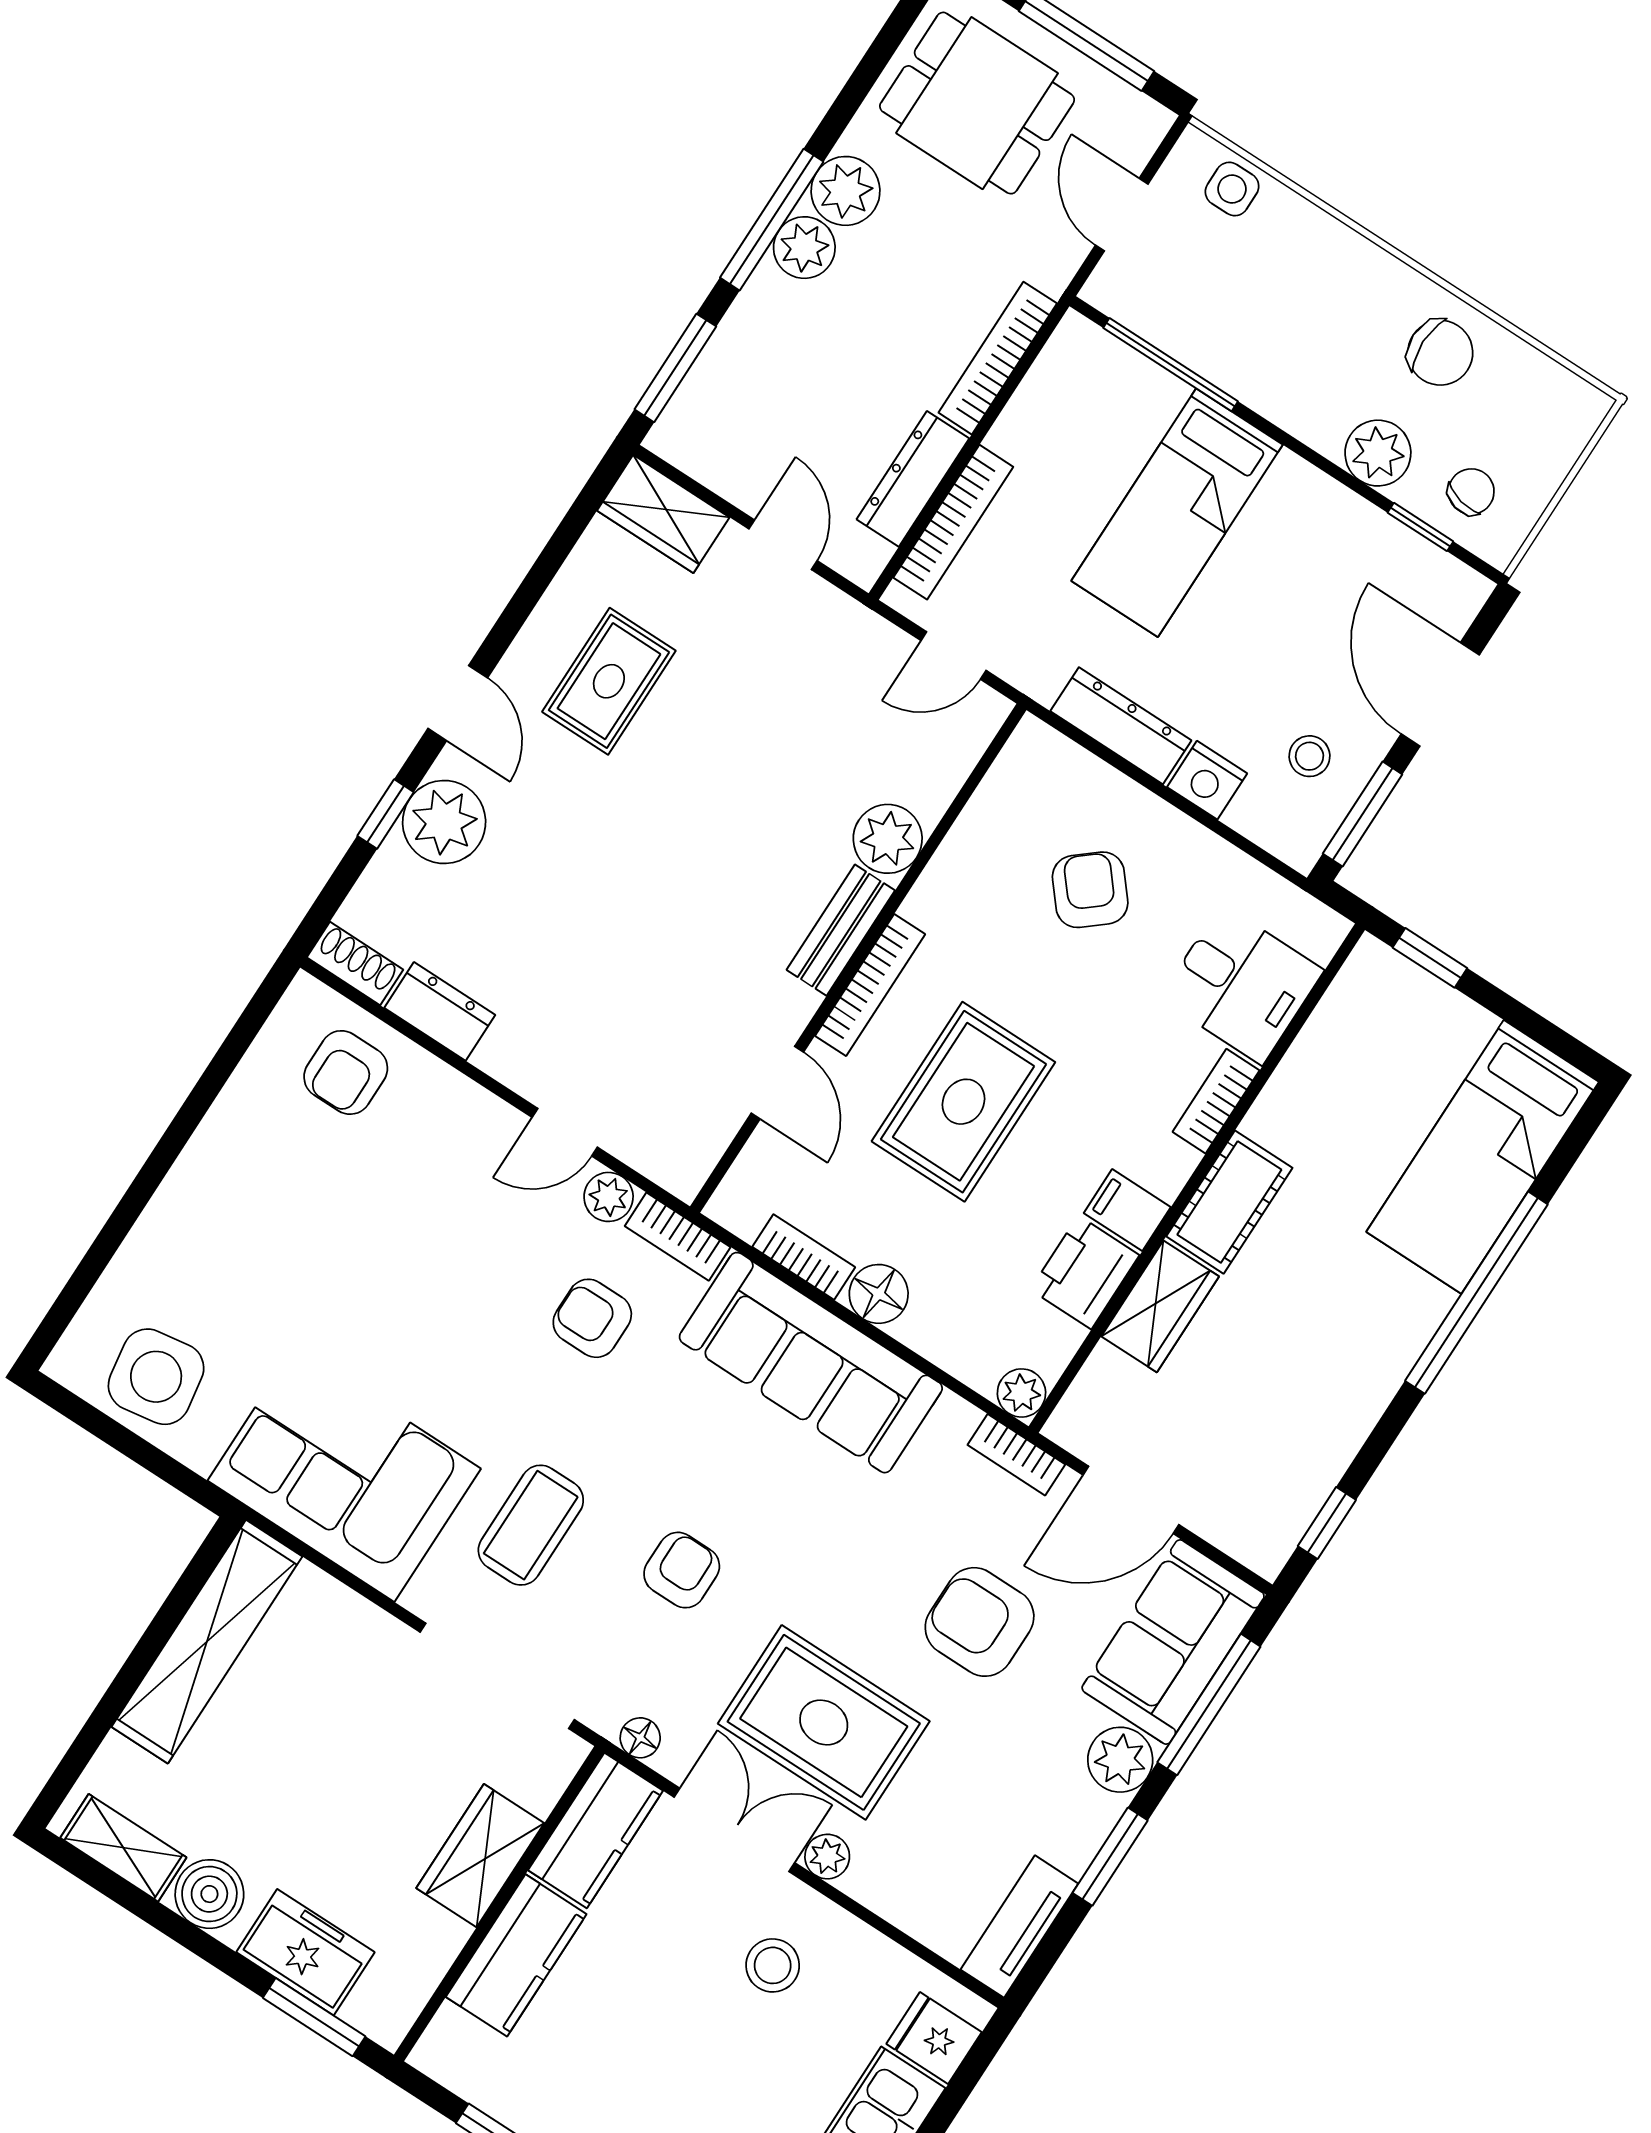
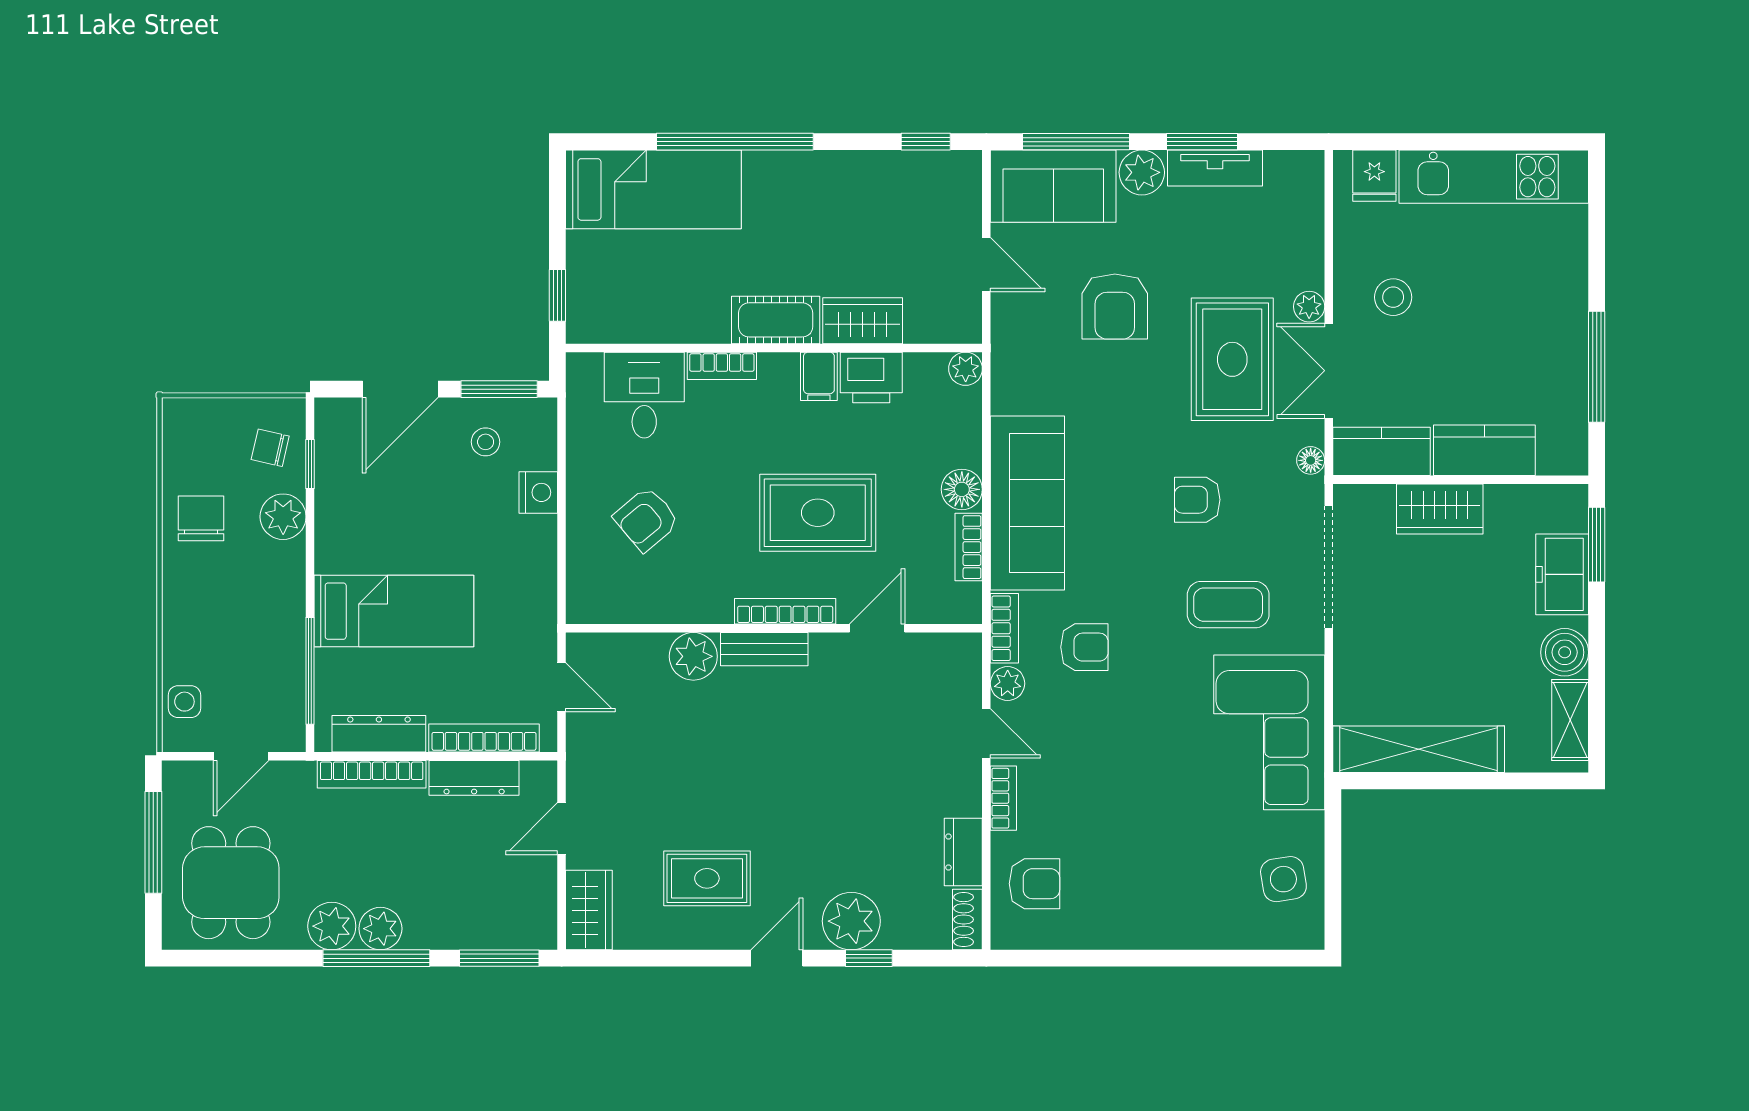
dresser: (1121, 726) -> (379, 734), moved, turned 90
armchair: (592, 1318) -> (1084, 647), turned -90
side table: (156, 1377) -> (1283, 879), width x0.73, depth x0.73
bookcase: (1016, 1455) -> (1003, 798), moved
door: (1131, 1500) -> (986, 265), width x0.73
tv unit: (1019, 1927) -> (1215, 168), moved

